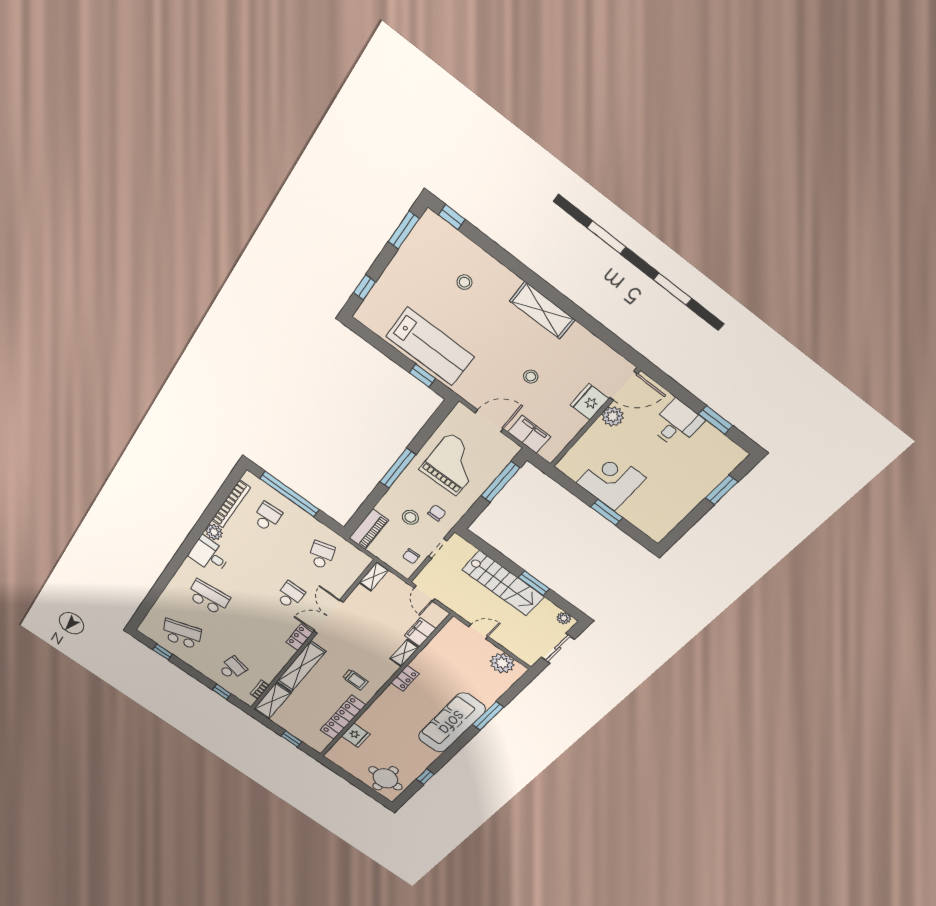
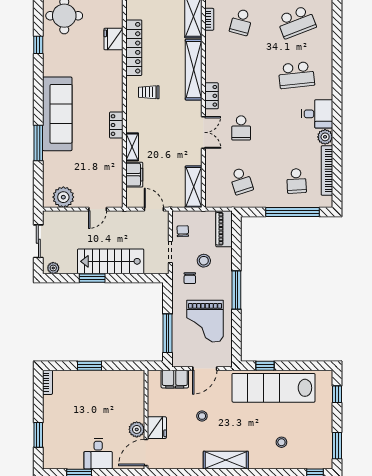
lab bench: (430, 347) -> (274, 388), width x1.36
corner desk: (611, 480) -> (104, 389), removed
bookcase: (664, 530) -> (47, 382), added
shelving: (374, 576) -> (194, 187), width x1.50, depth x1.33
double door: (328, 617) -> (203, 132), width x0.73

